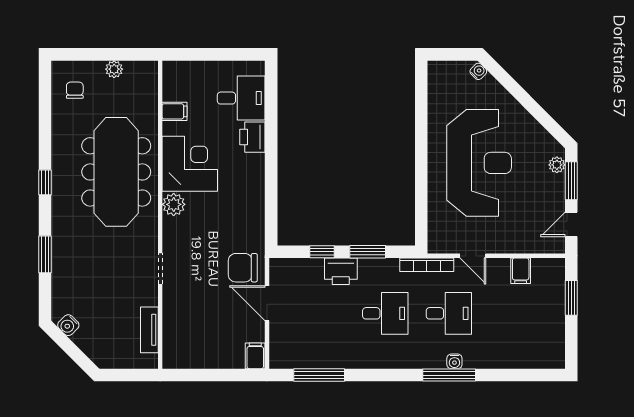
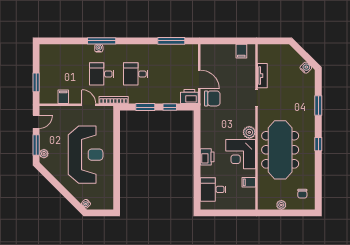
printer: (252, 137) -> (207, 157), moved
reception desk: (479, 163) -> (86, 155), turned 180
printer: (341, 271) -> (189, 97), moved
tv unit: (149, 330) -> (262, 76), moved
filing cabinet: (255, 356) -> (241, 51), moved

